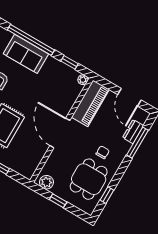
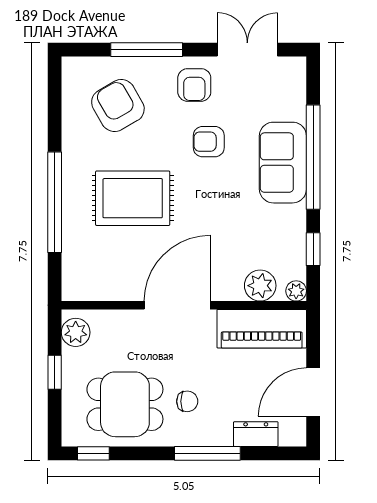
plant: (72, 93) -> (260, 286), added
window: (137, 143) -> (207, 453), moved
window: (107, 195) -> (93, 453), moved

